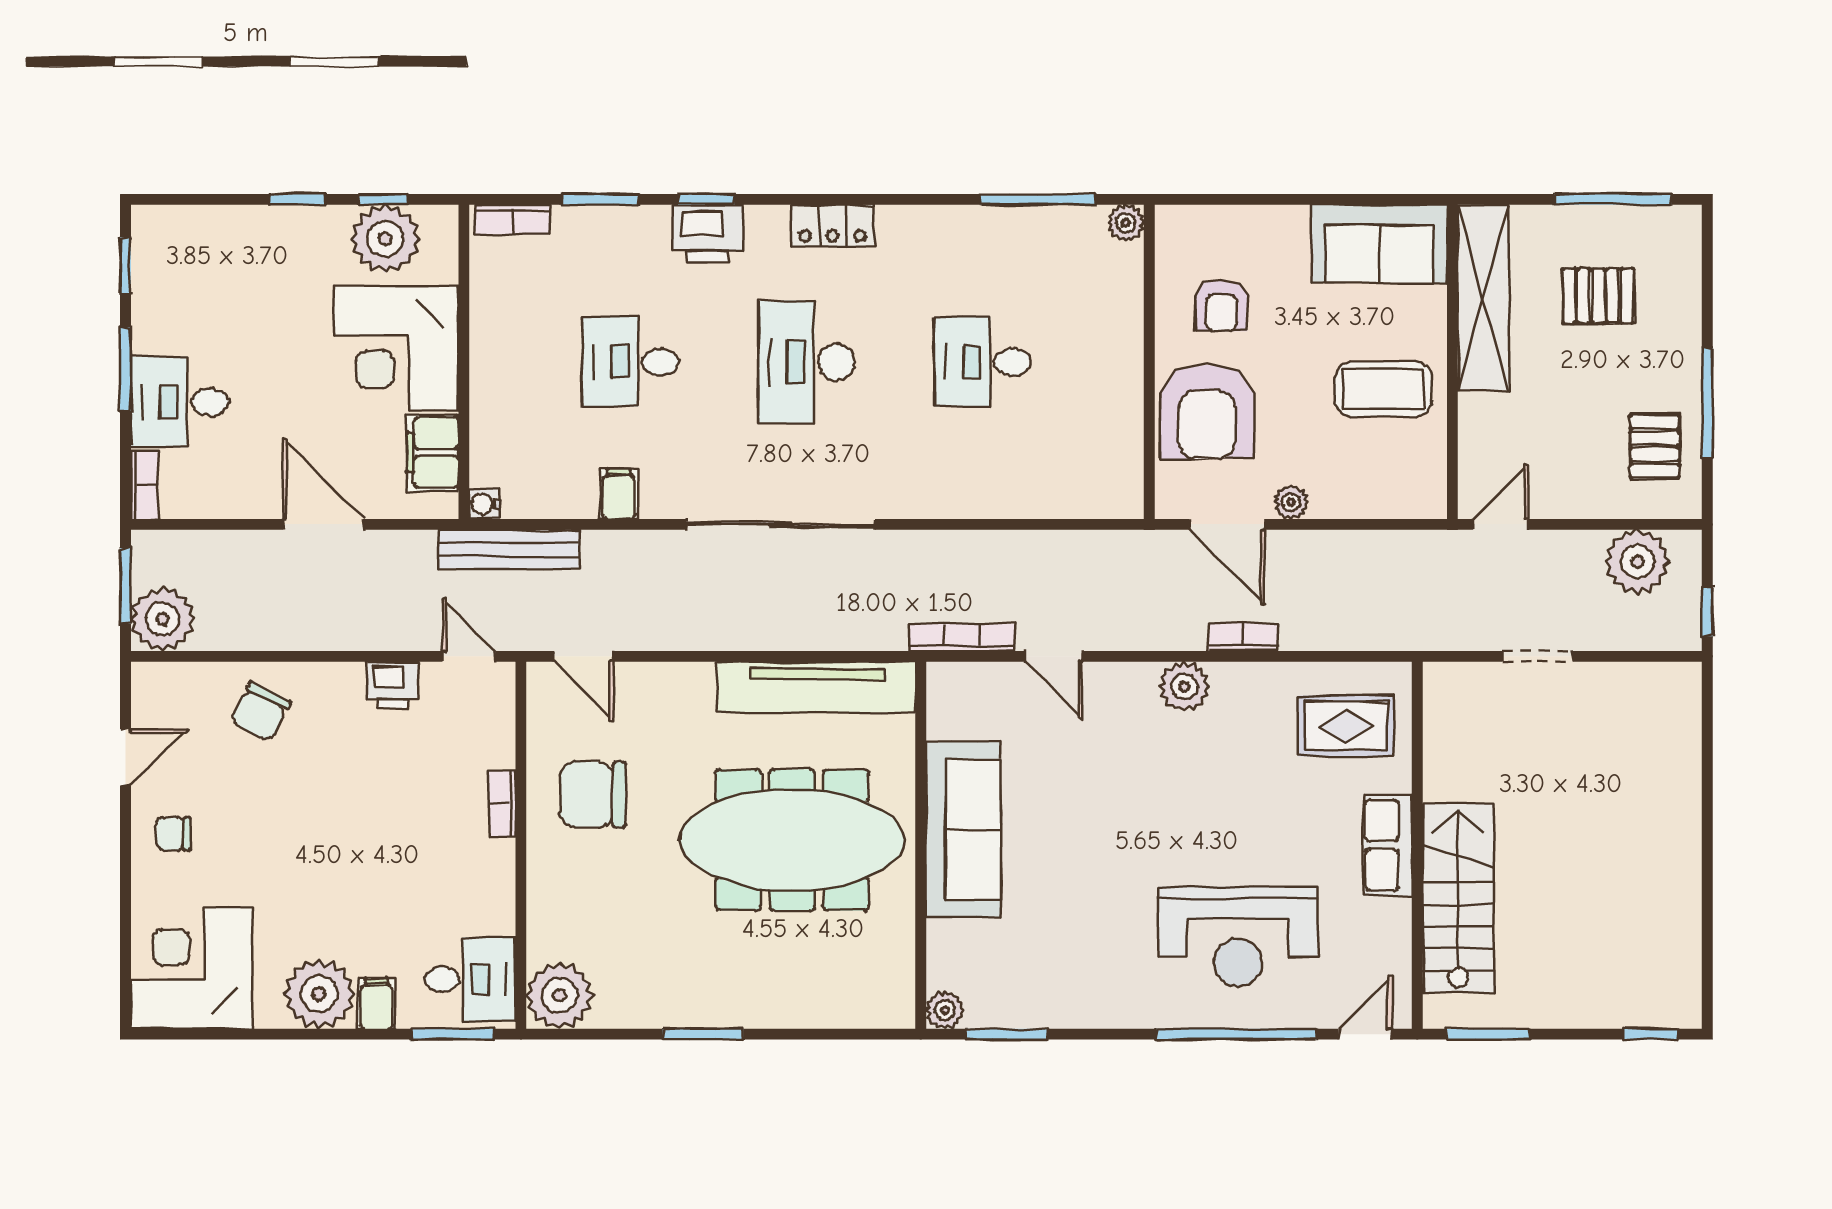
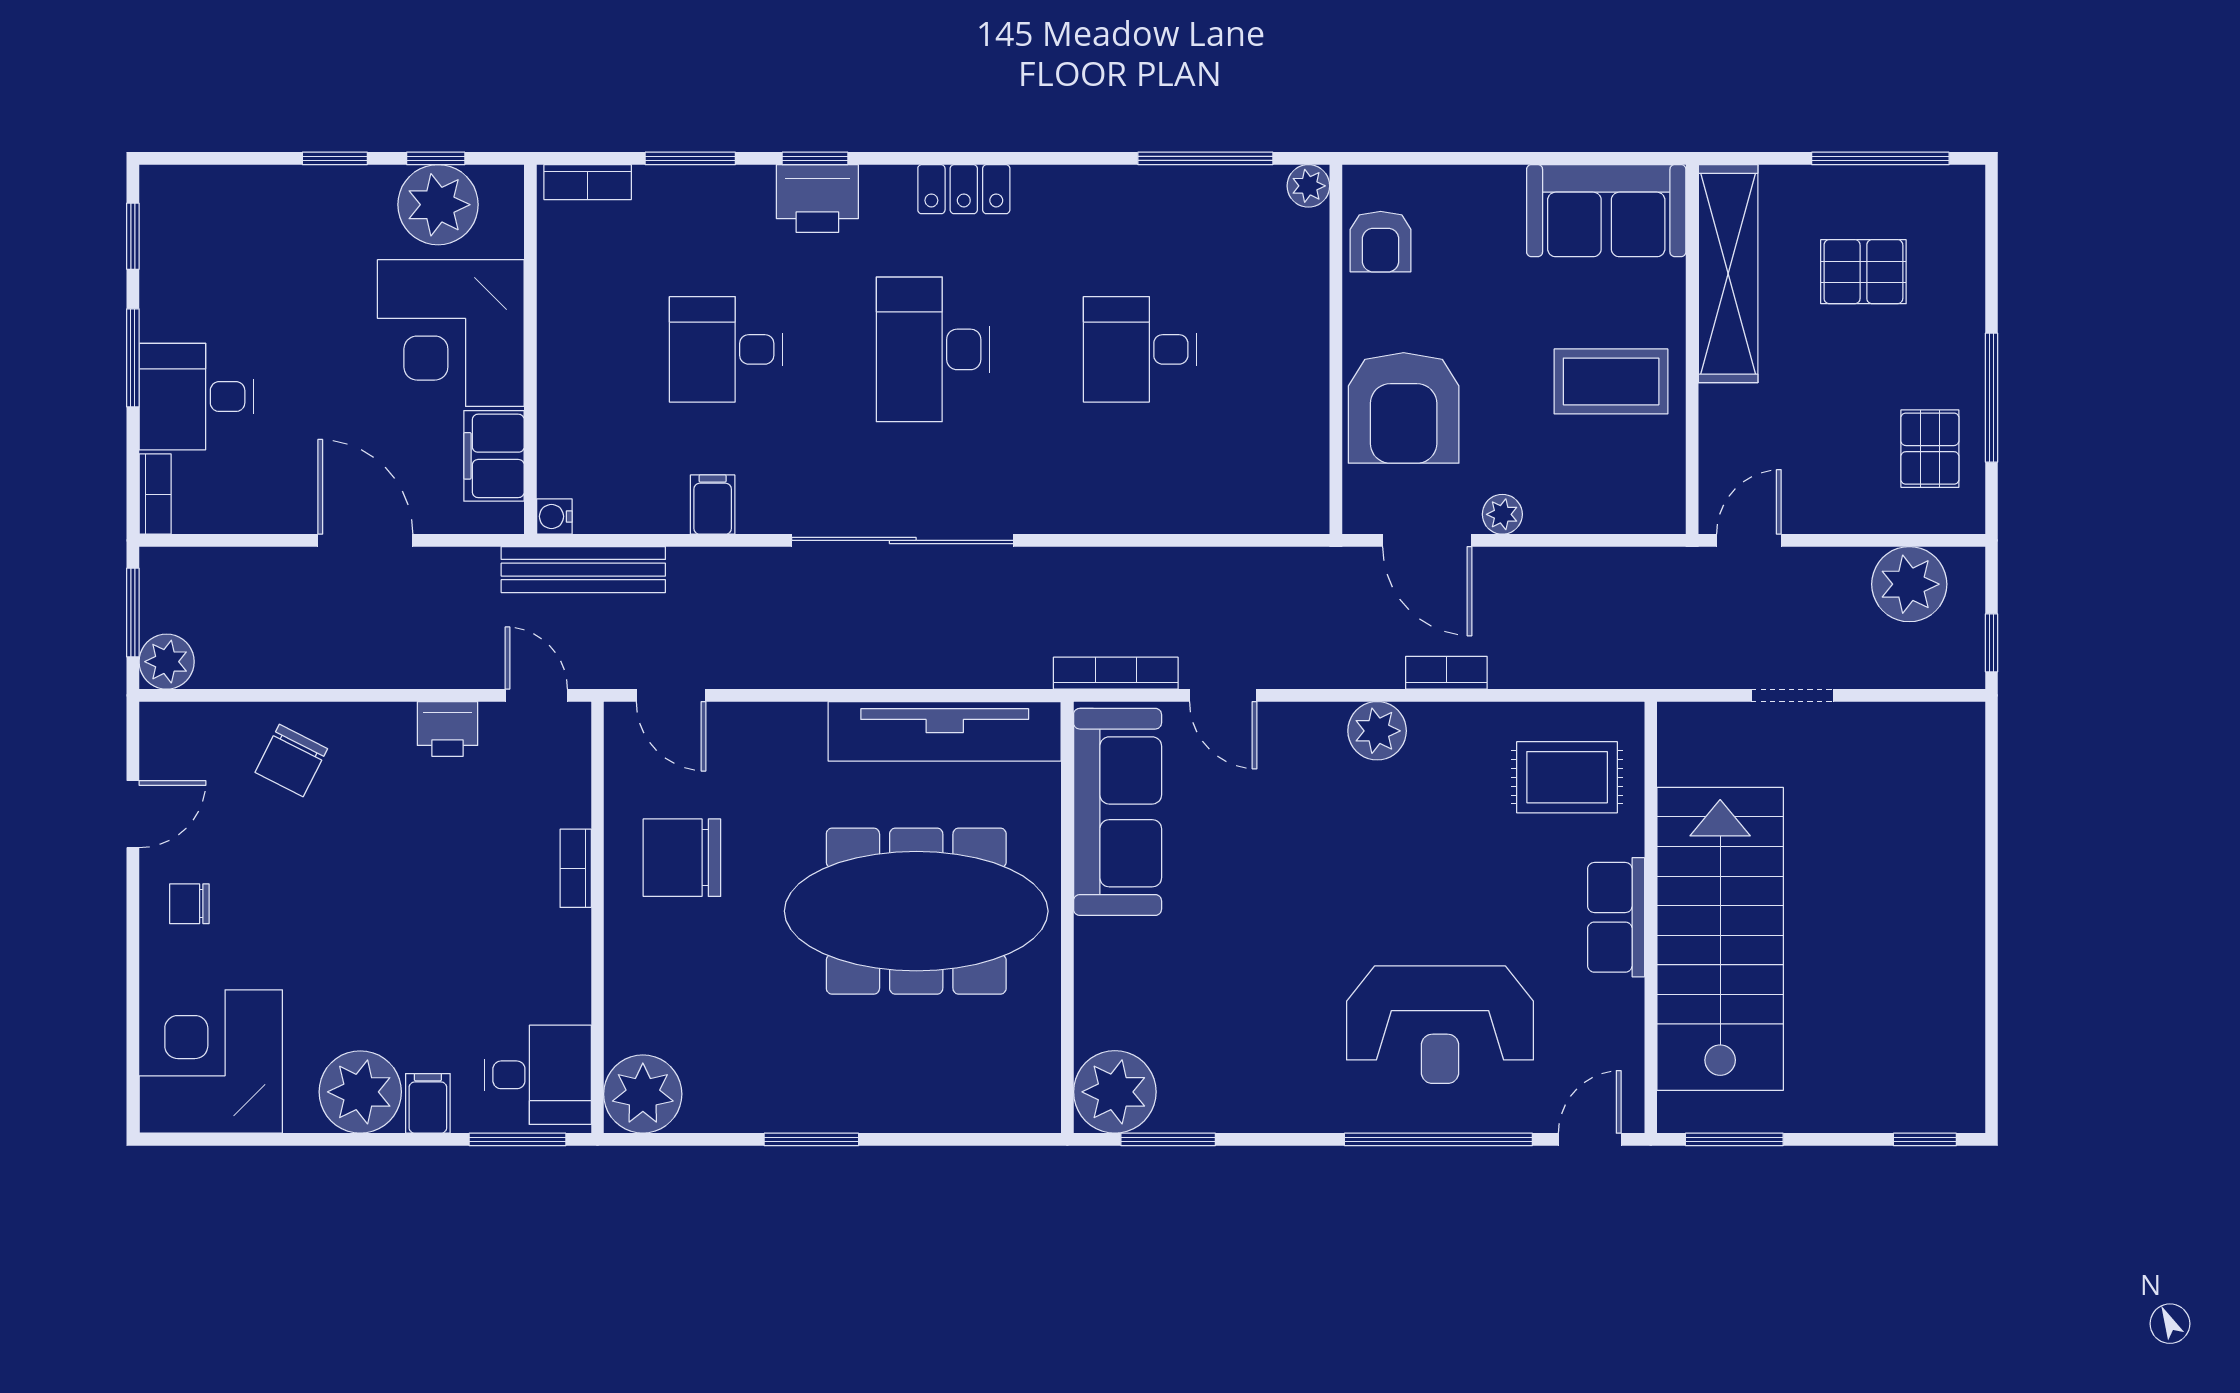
armchair: (1221, 305) -> (1381, 242), moved
plant: (163, 619) -> (167, 662), width x0.73, depth x0.73
sofa: (963, 829) -> (1118, 812), moved
stairs: (1458, 898) -> (1720, 939), width x1.36, depth x1.51
plant: (945, 1010) -> (1115, 1092), width x1.87, depth x1.87

